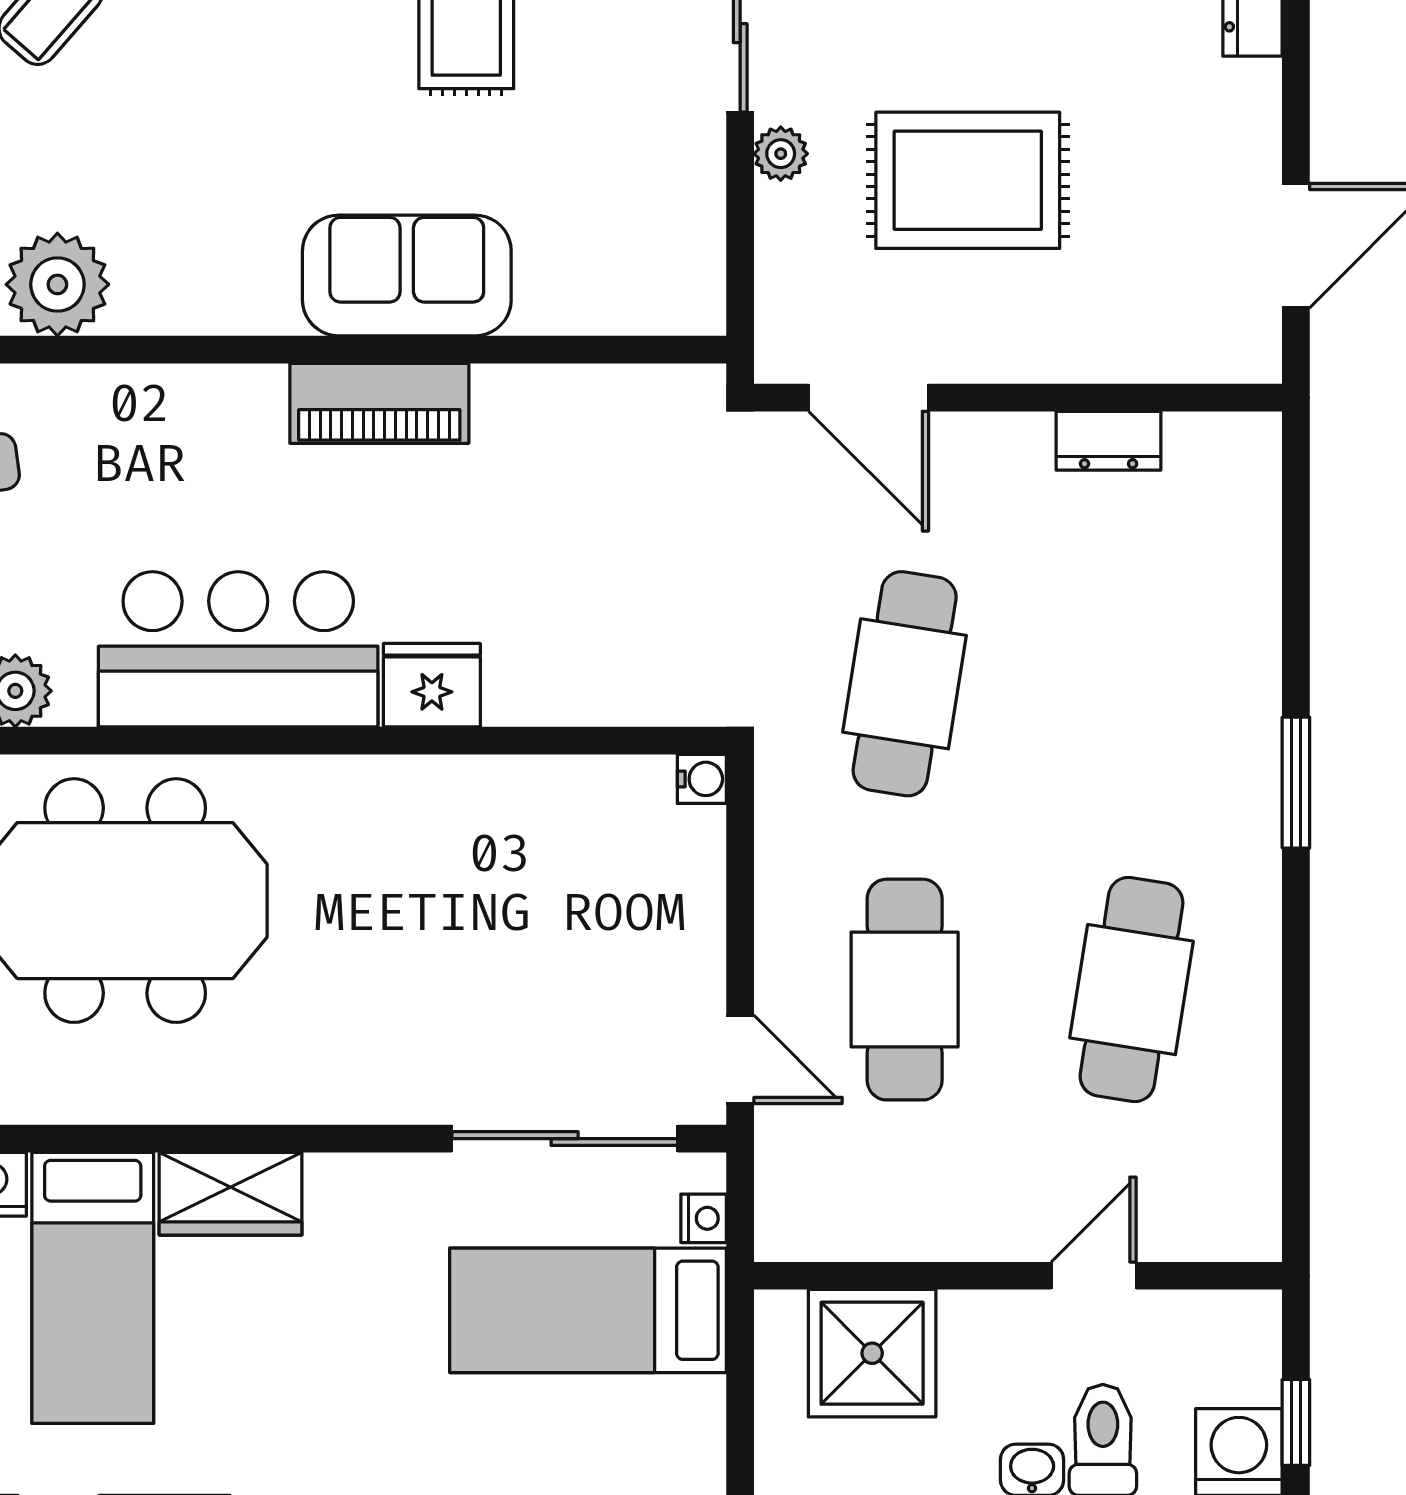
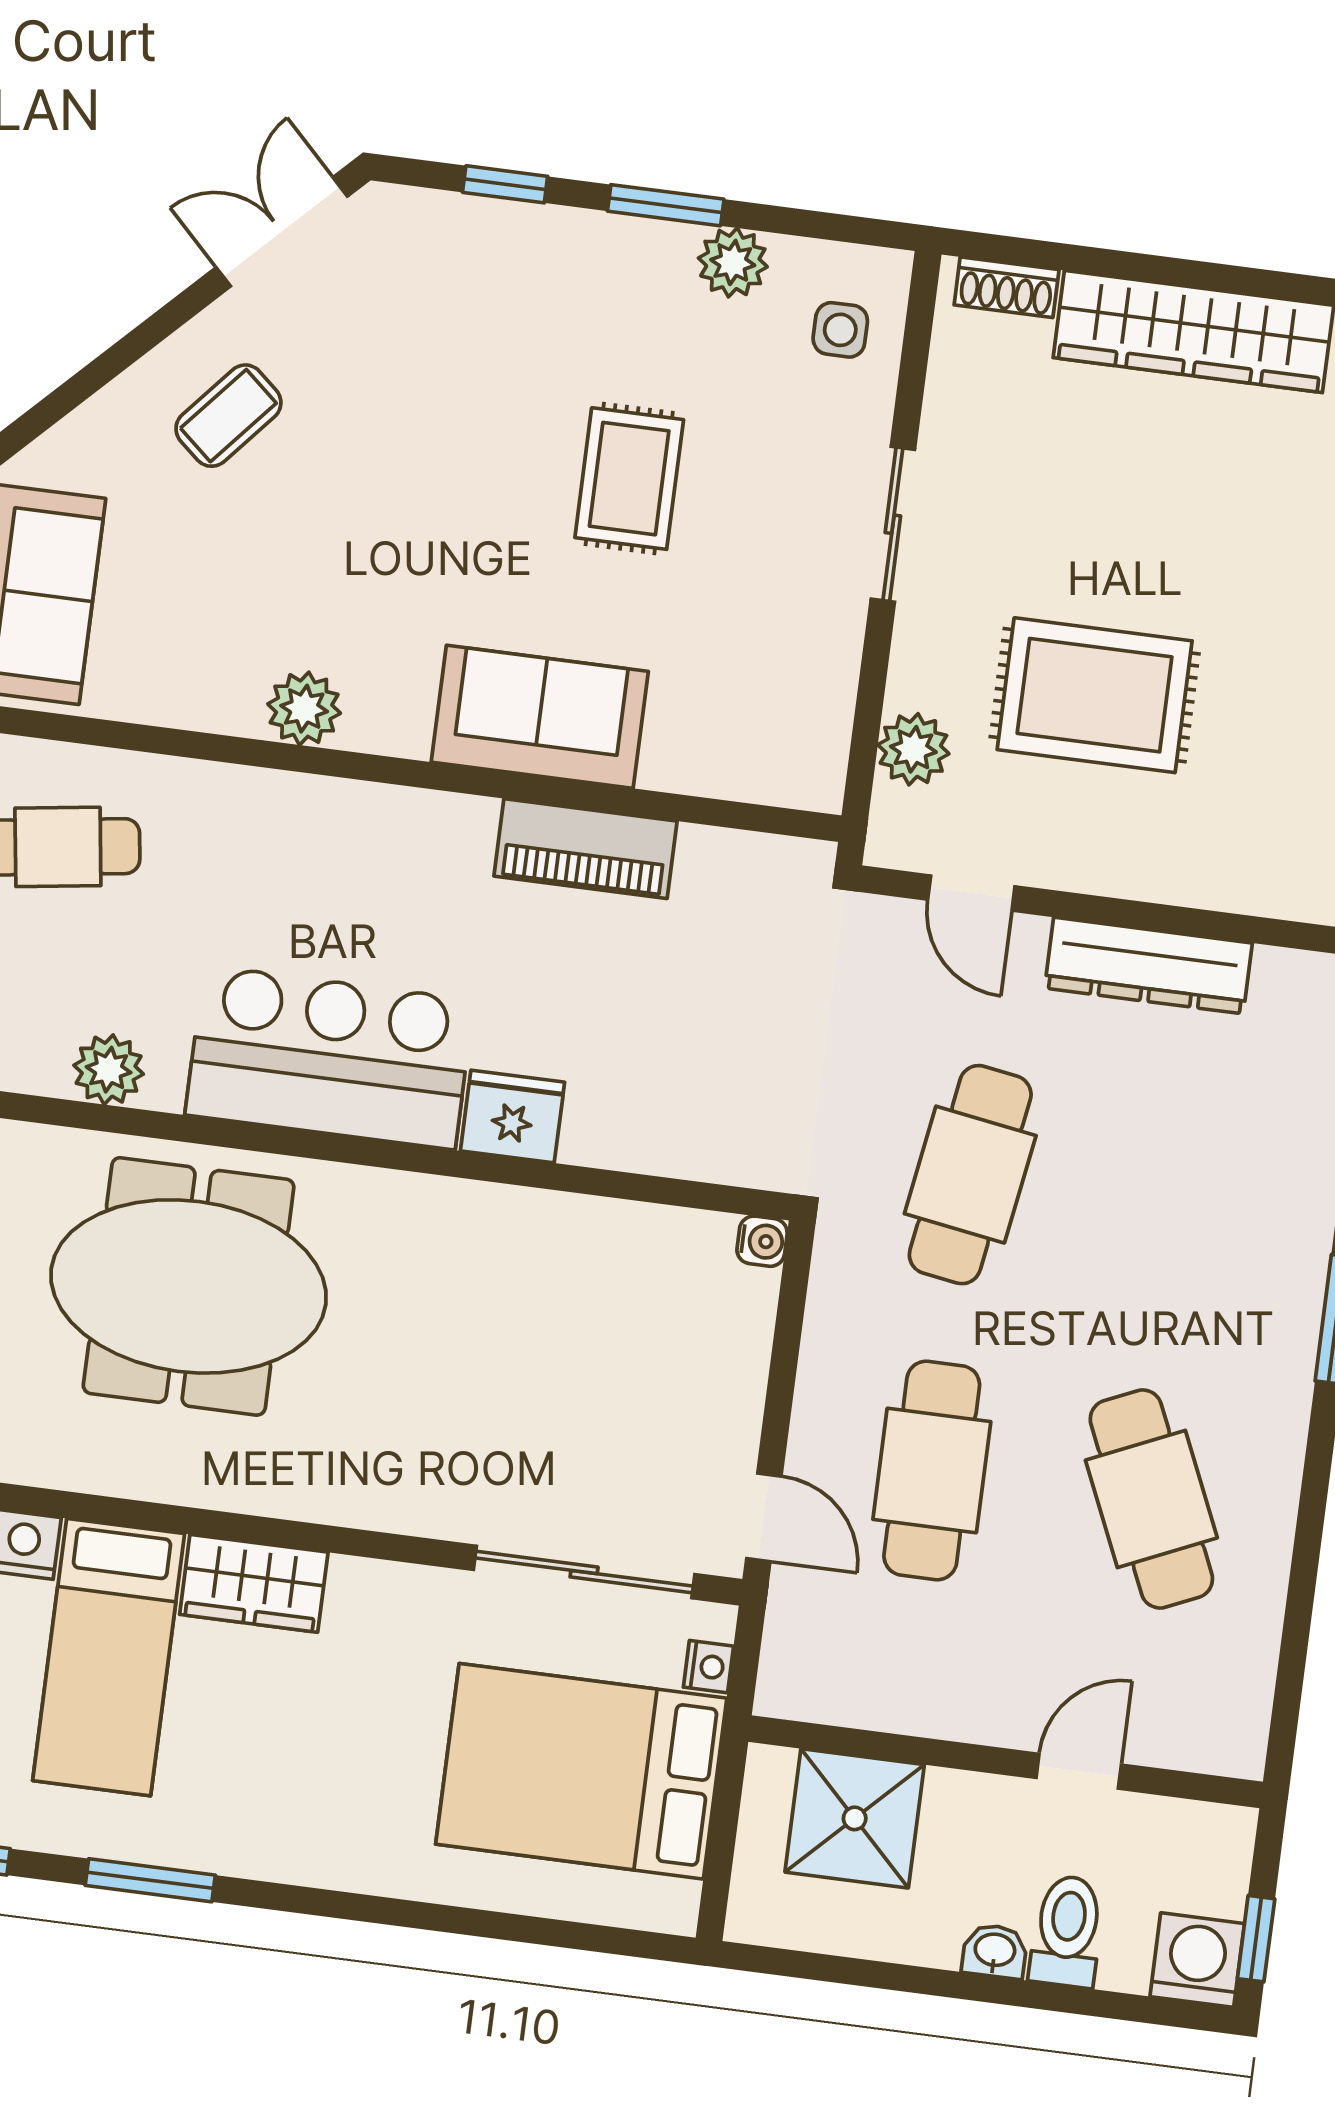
plant: (781, 154) -> (913, 749), moved, width x1.38, depth x1.38
plant: (57, 284) -> (304, 709), moved, width x0.73, depth x0.73
door: (869, 398) -> (971, 893), width x0.73
piano: (379, 403) -> (586, 849), moved
dresser: (1109, 441) -> (1148, 966), width x1.96, depth x1.24
cafe table: (1132, 990) -> (1151, 1499), turned -33
bed: (588, 1310) -> (581, 1771), width x1.50

